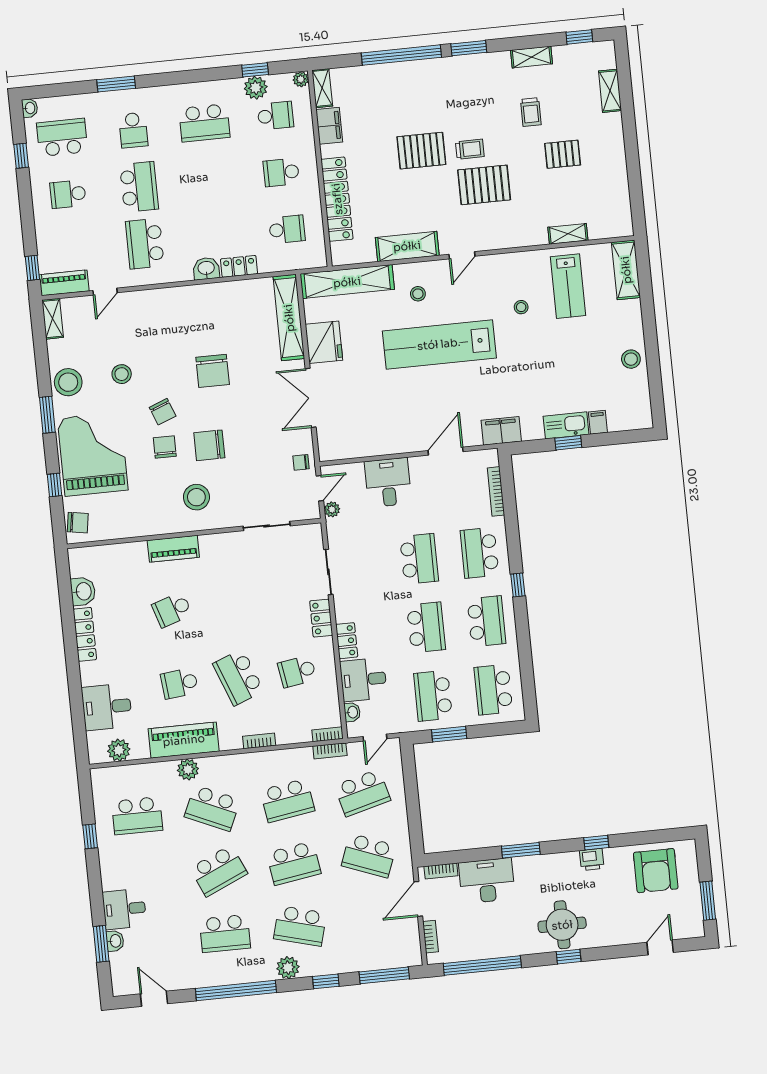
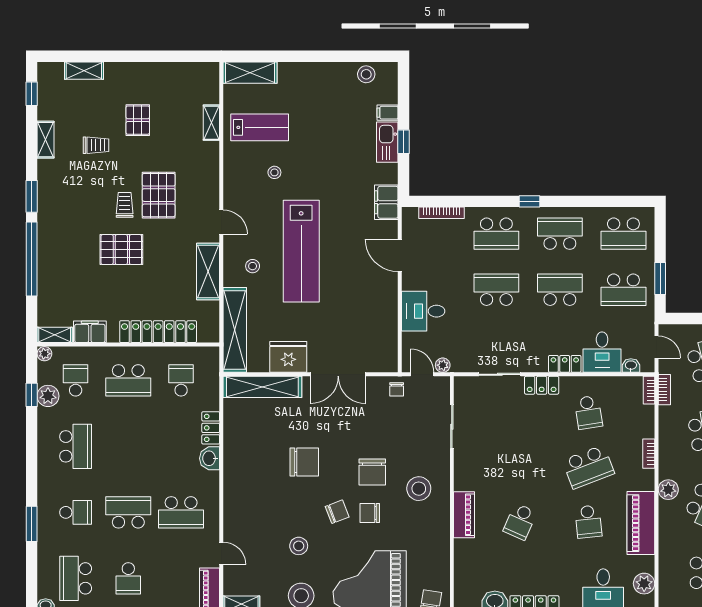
pallet: (421, 151) -> (121, 250), turned 90
school desk: (281, 172) -> (128, 380), width x1.85
stool: (631, 359) -> (366, 74), moved
school desk: (172, 610) -> (520, 522), turned 42
plant: (188, 769) -> (668, 490), moved

